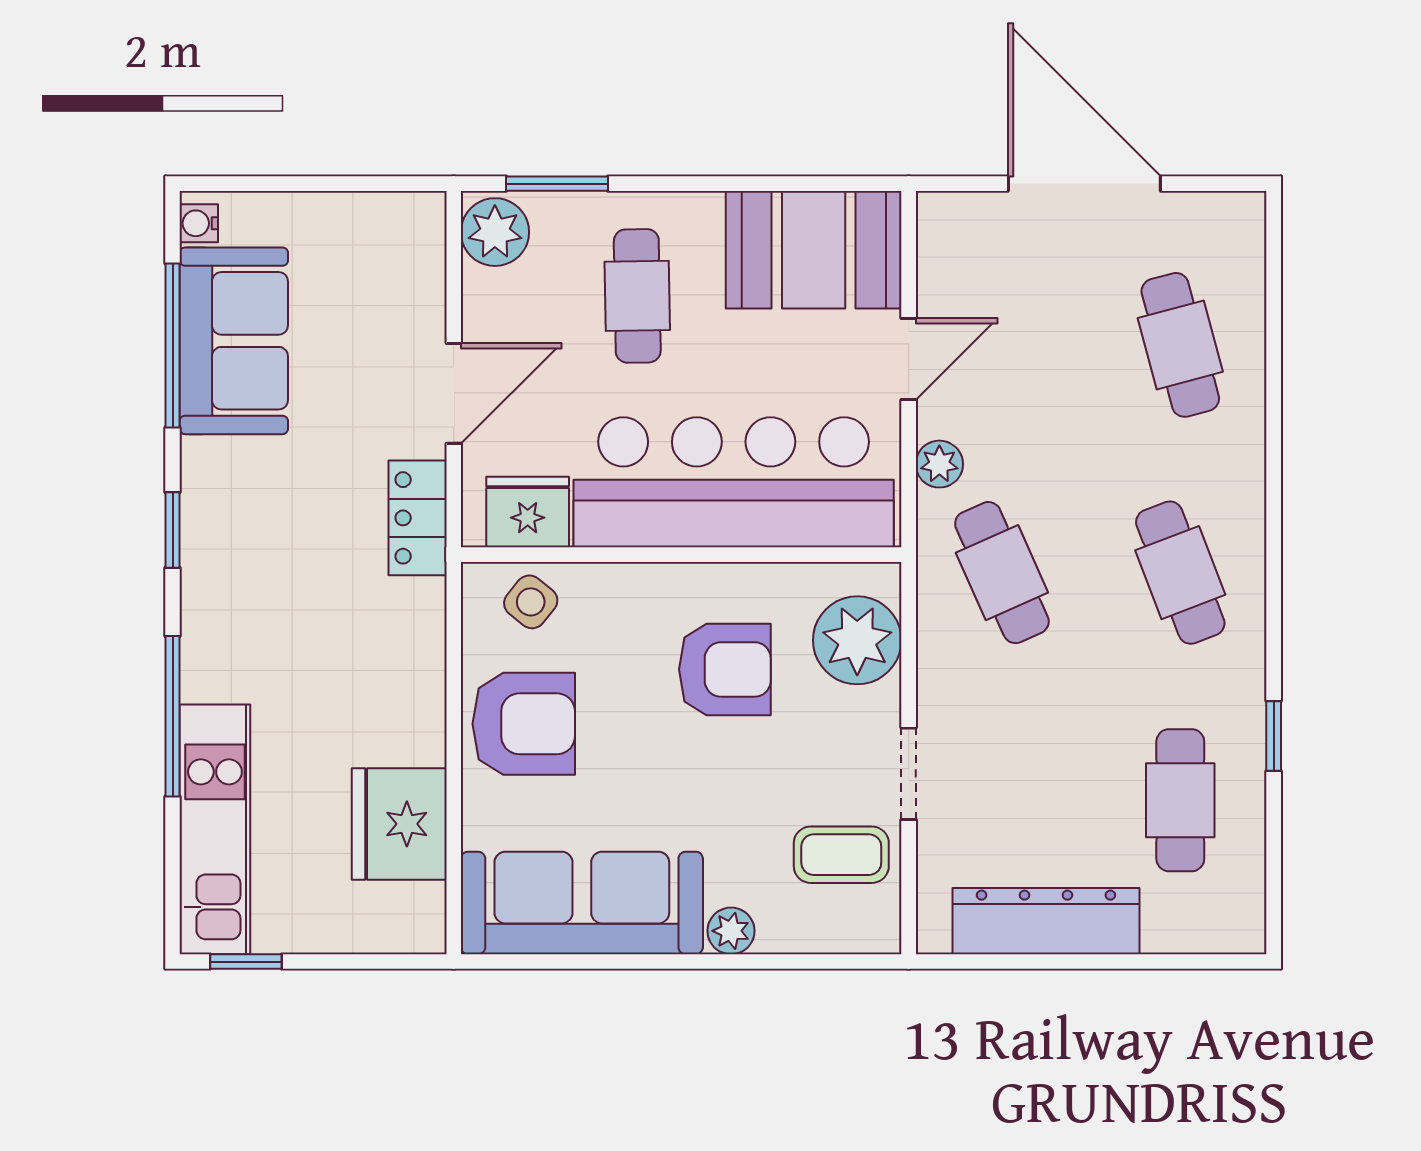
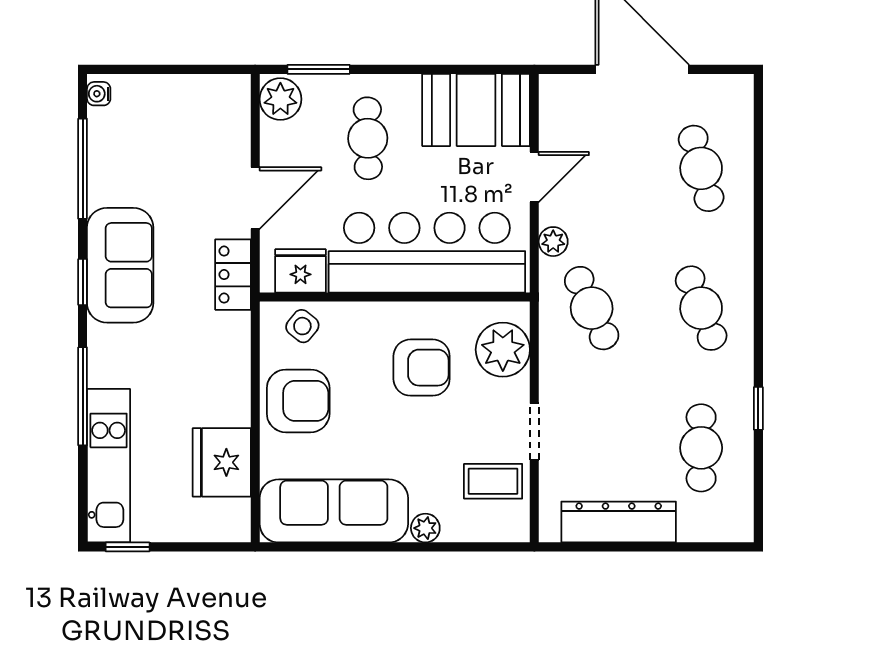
sofa: (234, 341) -> (120, 265), moved

